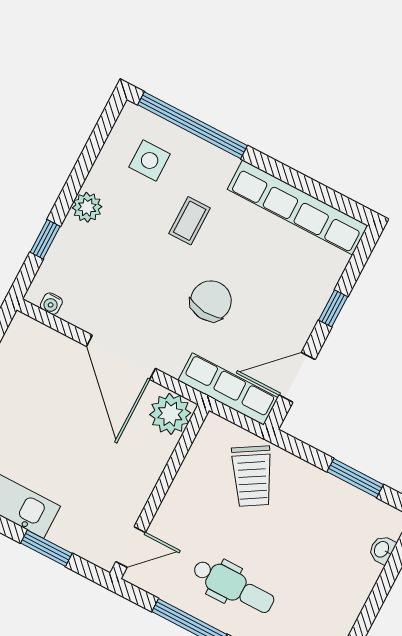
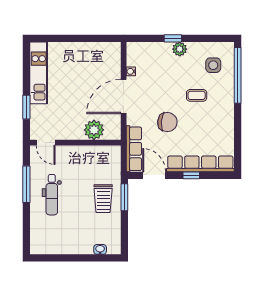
row of seats: (298, 207) -> (200, 164), moved, turned 90
window: (45, 239) -> (173, 38), moved
water cooler: (51, 304) -> (131, 71), moved
plant: (170, 414) -> (94, 130), moved
trolley: (252, 476) -> (103, 199), moved, turned -59
window: (355, 478) -> (124, 197), moved

